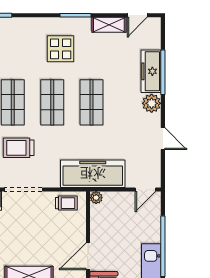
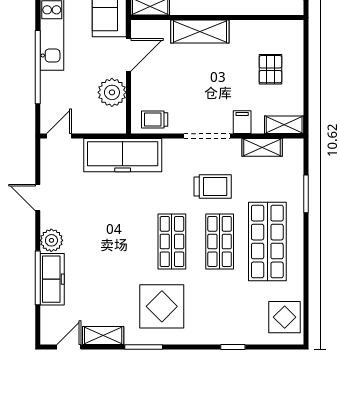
display table: (61, 49) -> (162, 306), width x1.36, depth x1.36
shop shelf: (92, 102) -> (124, 242), removed
plant: (96, 198) -> (112, 92), moved, width x1.87, depth x1.87

